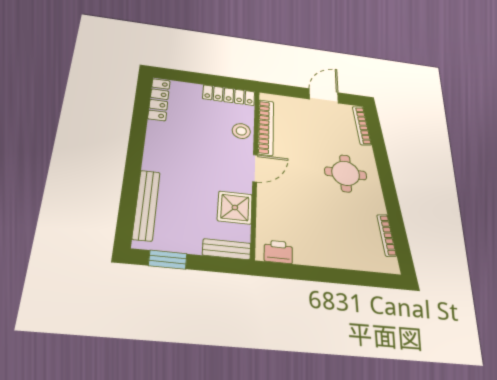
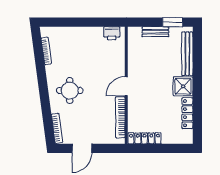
locker: (159, 100) -> (187, 113), moved
stool: (241, 131) -> (136, 112), removed
shower: (235, 208) -> (183, 86), moved
bench: (227, 249) -> (155, 32), moved

